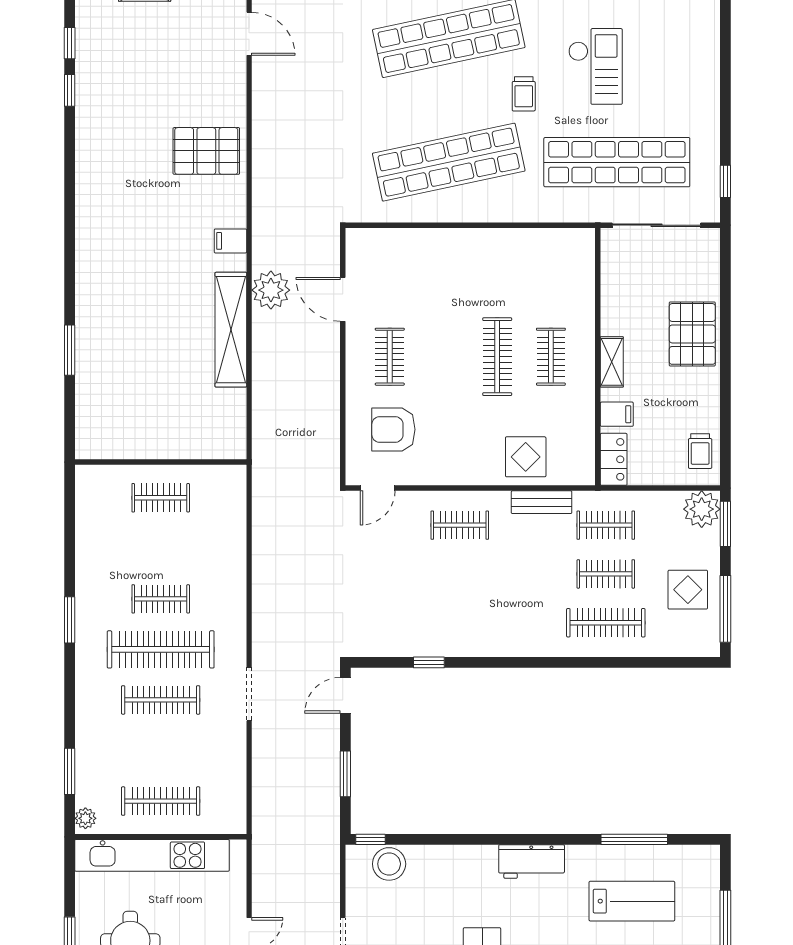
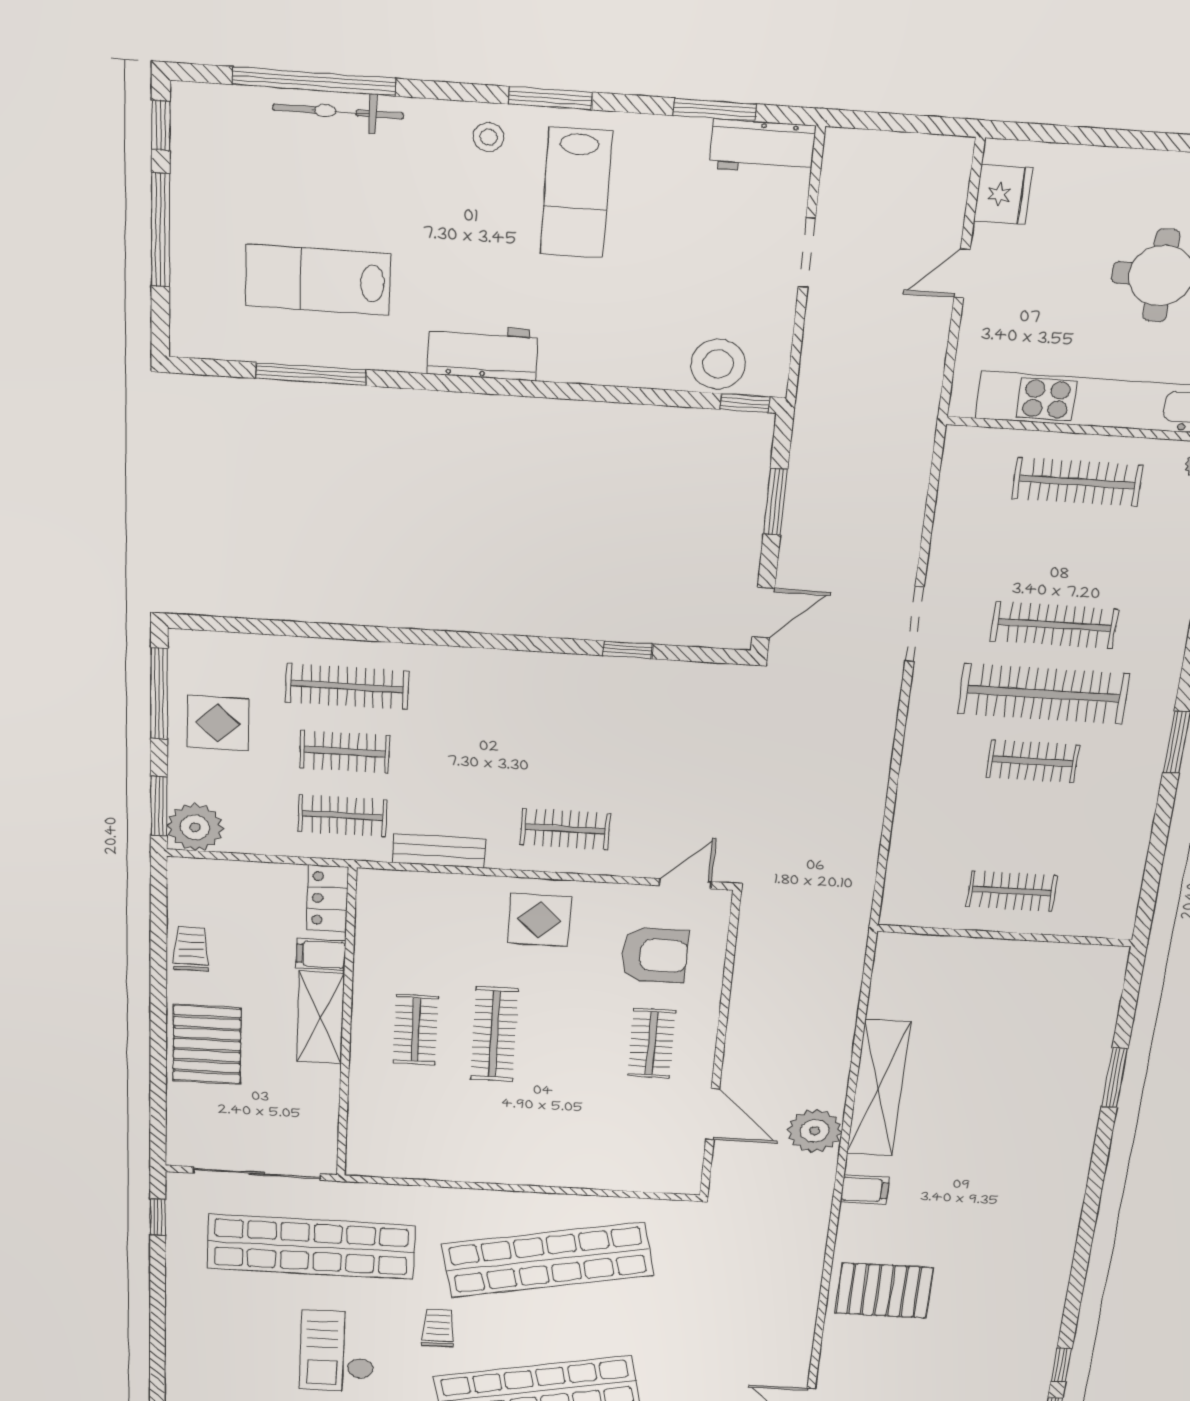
shelving: (612, 362) -> (321, 1018), width x1.50, depth x1.33
trolley: (700, 451) -> (191, 949), moved
display table: (526, 457) -> (539, 920), moved

